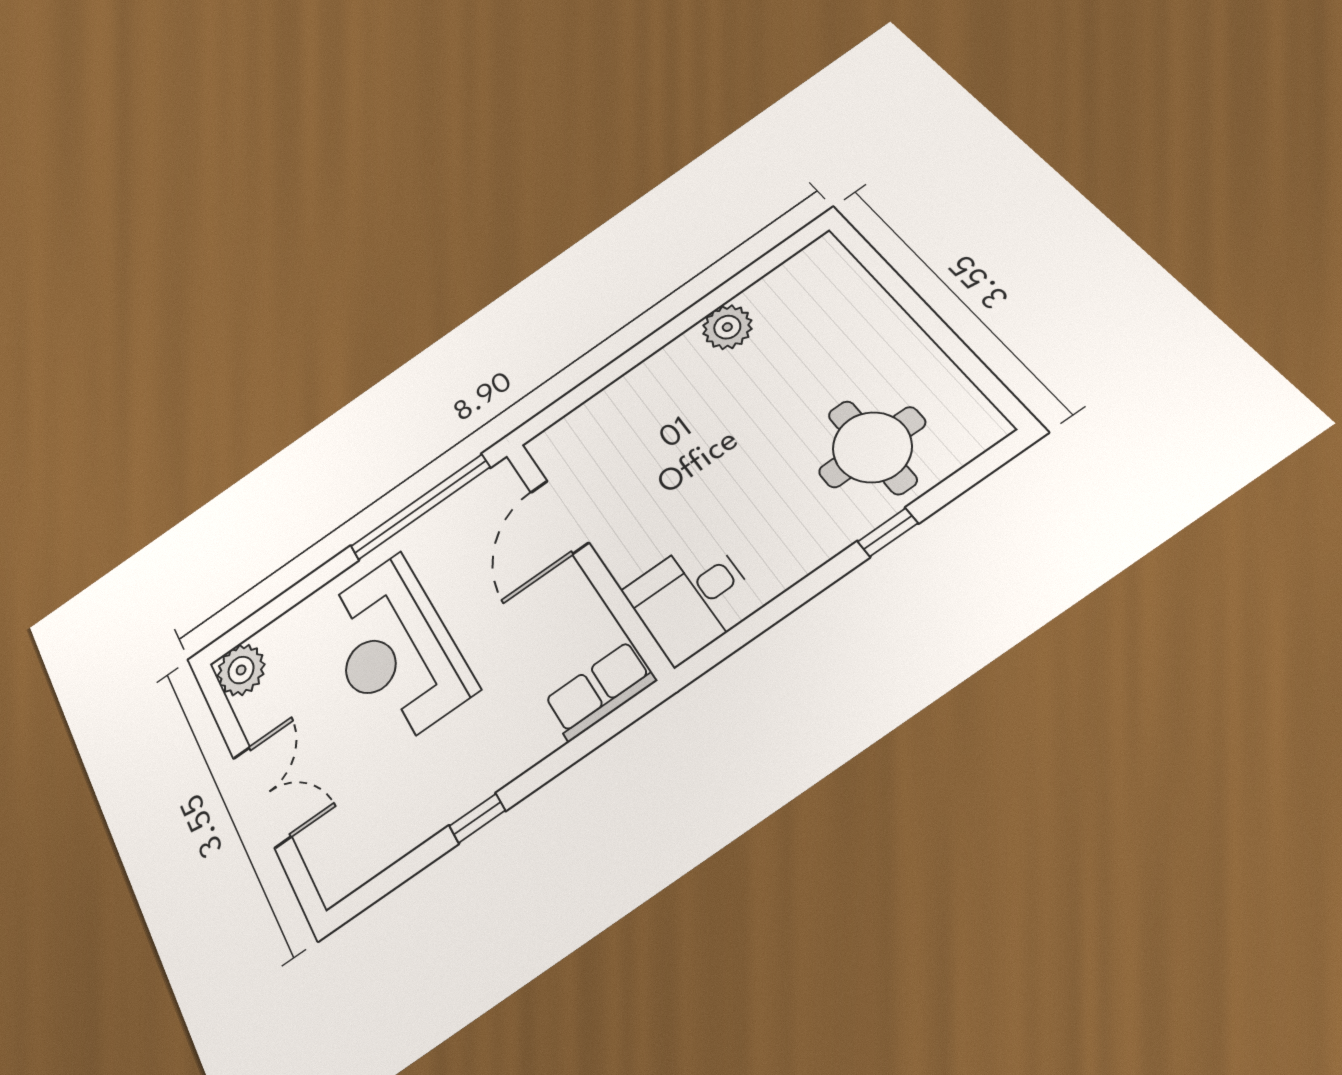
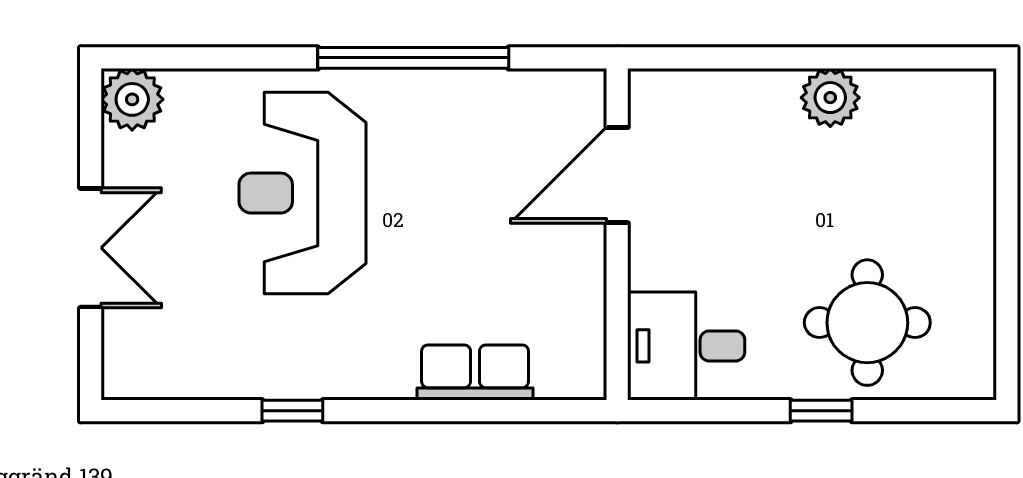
door: (560, 517) -> (617, 175), moved
wall: (586, 557) -> (617, 234), moved
desk: (691, 598) -> (686, 346), moved

